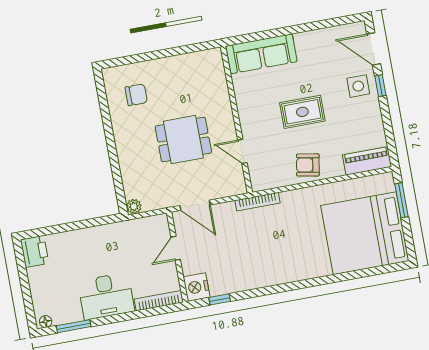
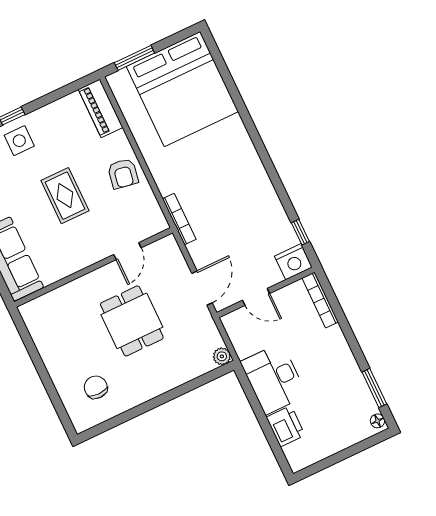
printer: (34, 251) -> (286, 426), moved, turned 90
desk: (106, 296) -> (274, 379), moved, turned 180

